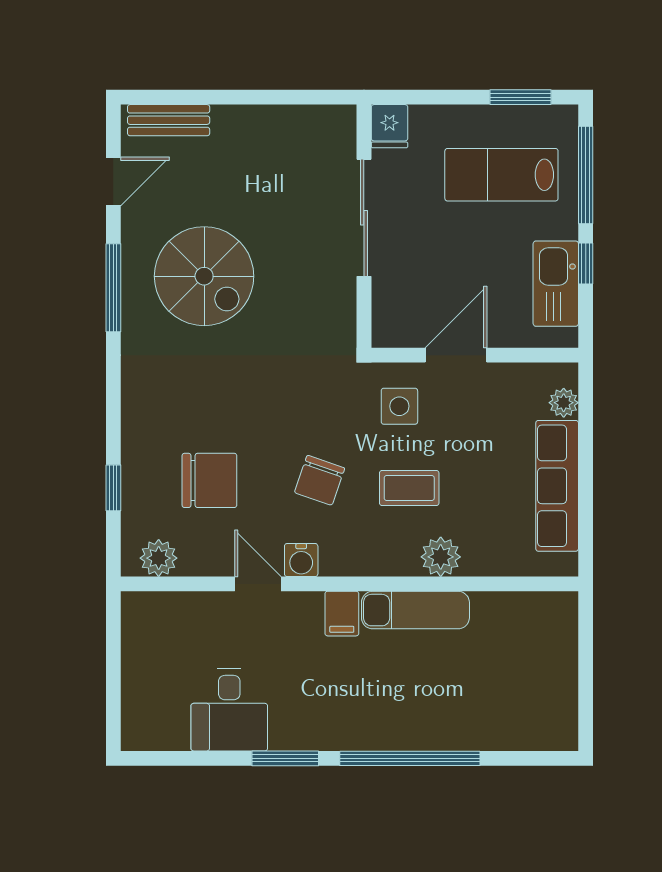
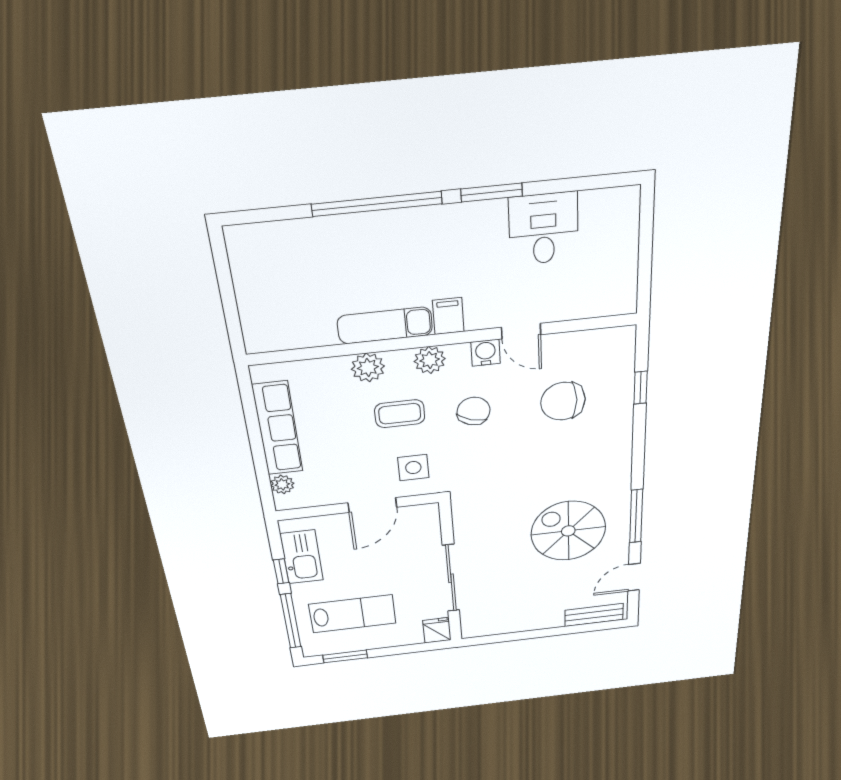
plant: (159, 558) -> (430, 360), moved

